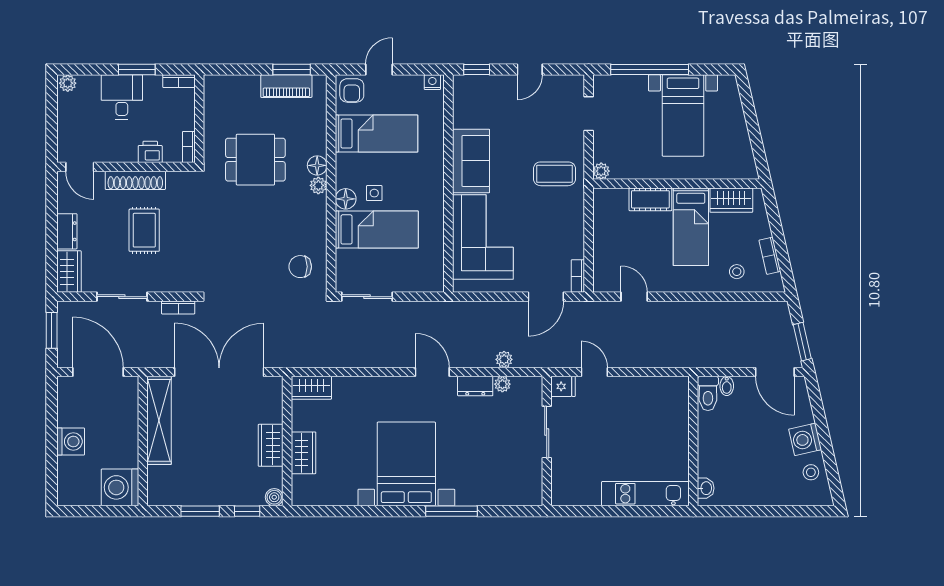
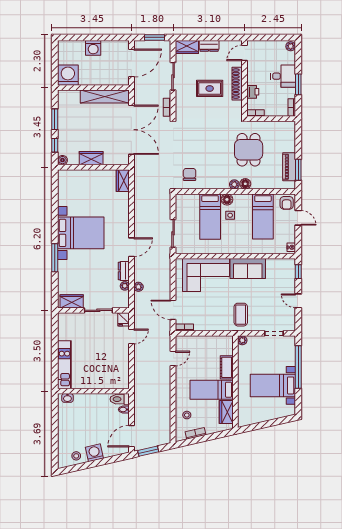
armchair: (352, 90) -> (287, 203), turned -90
sliding door: (367, 297) -> (173, 233), moved
wardrobe: (304, 453) -> (72, 301), moved, turned 180

